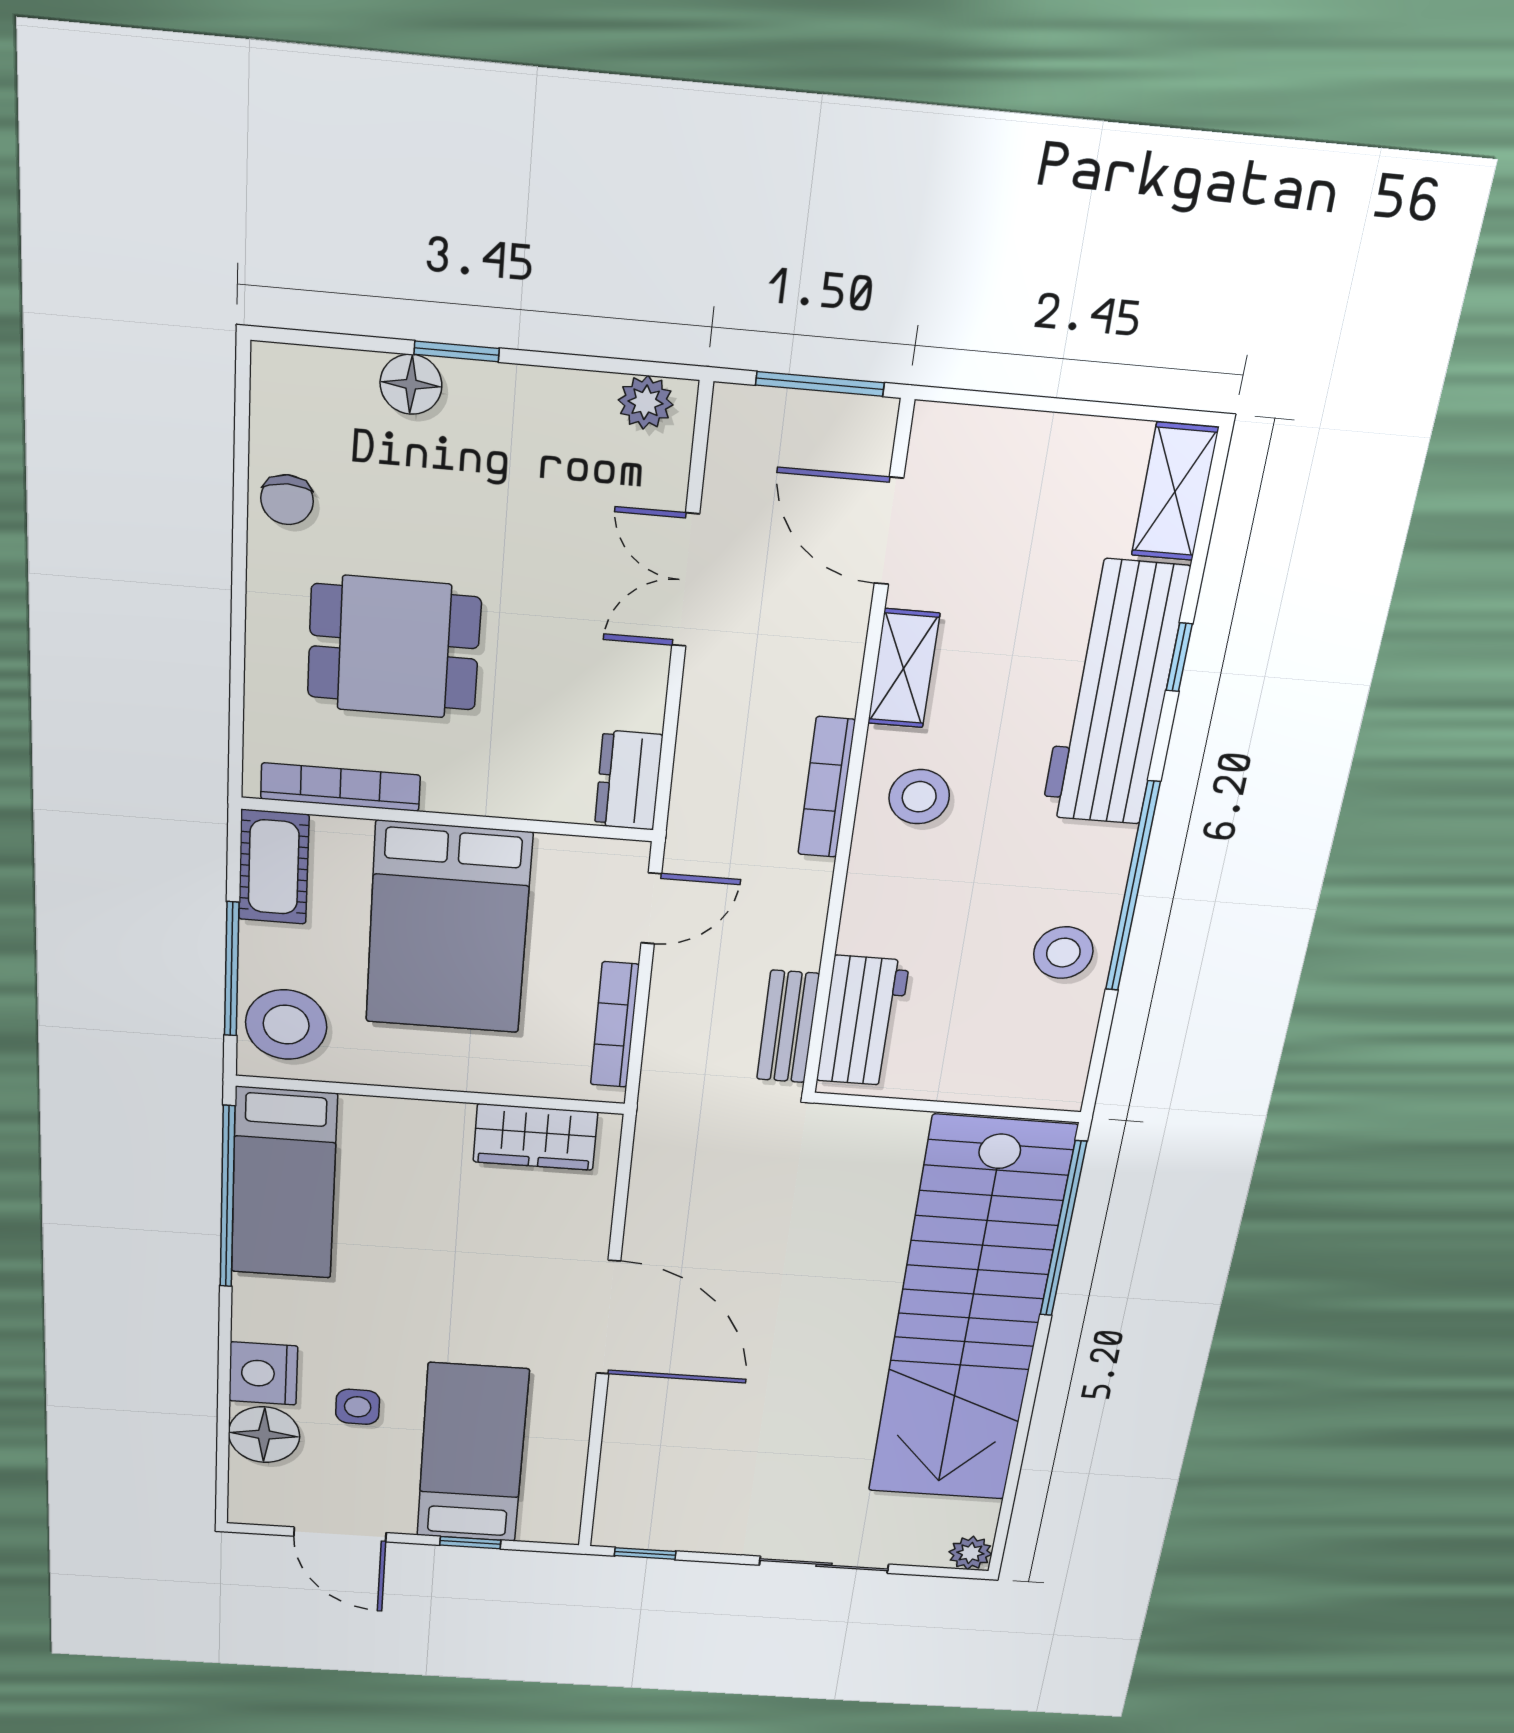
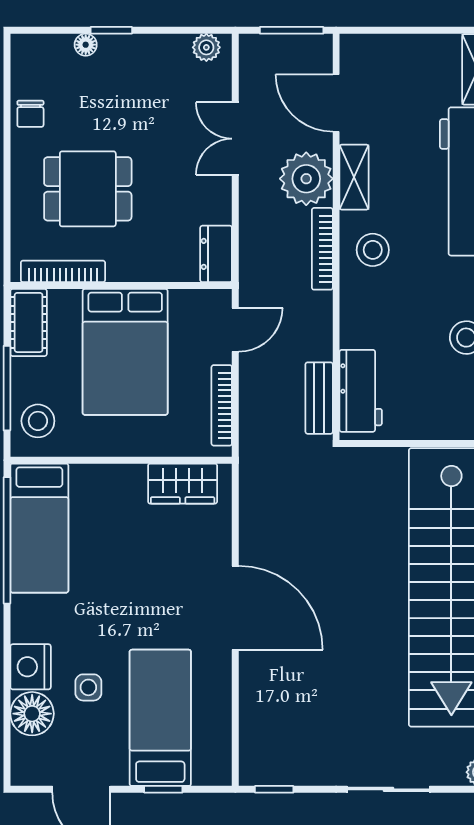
floor lamp: (411, 384) -> (86, 45), width x0.73, depth x0.73
plant: (813, 664) -> (306, 179), added
stool: (286, 1025) -> (38, 421), width x0.73, depth x0.73

